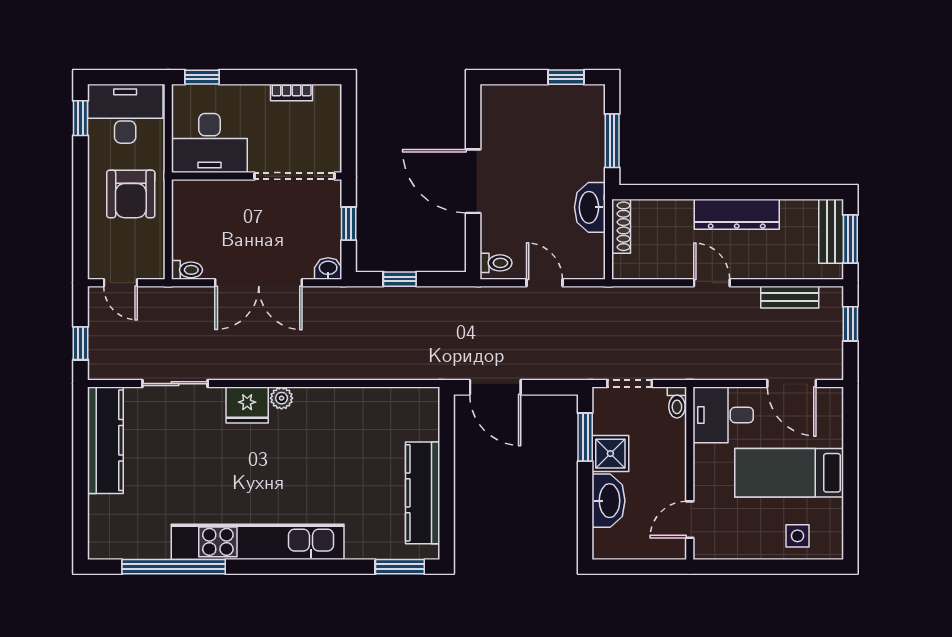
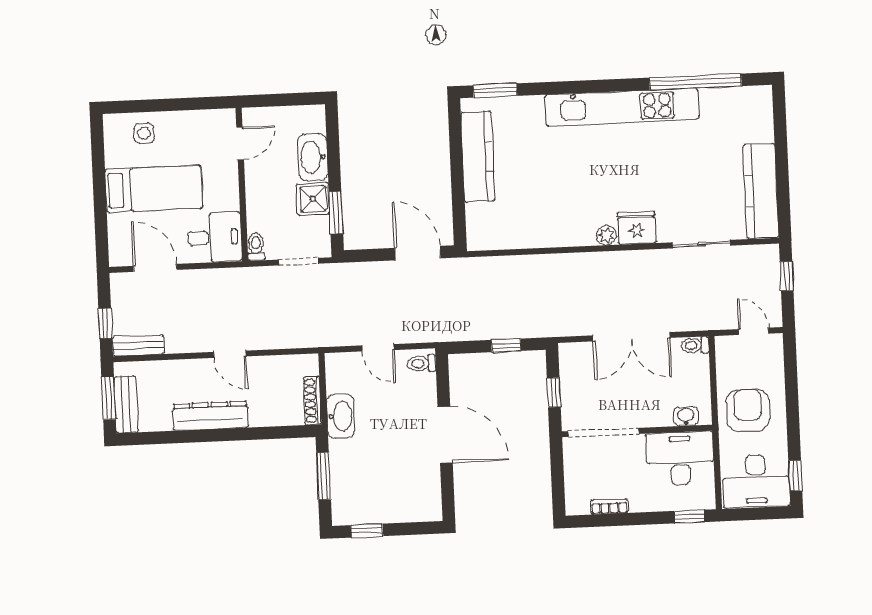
washbasin: (328, 268) -> (686, 416), moved, turned 180
double door: (259, 283) -> (631, 337), swing flipped
bench: (790, 297) -> (138, 345), moved

